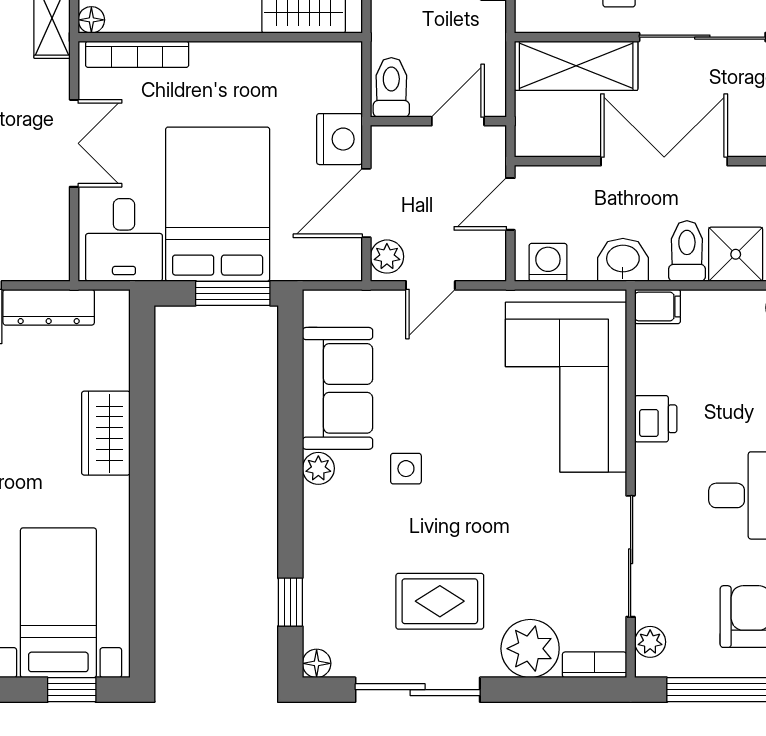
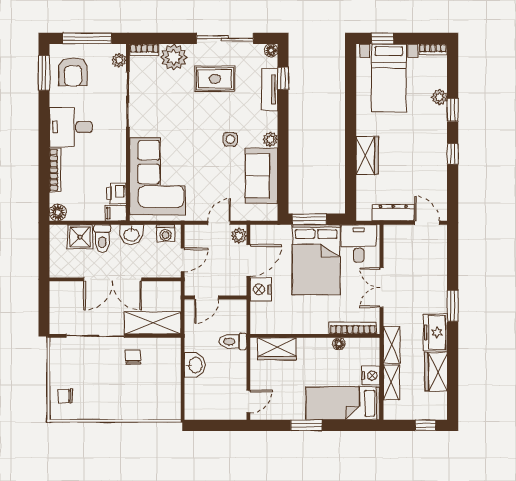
floor lamp: (91, 20) -> (339, 344), moved
toilet: (391, 87) -> (233, 342), moved, turned 90
printer: (656, 419) -> (116, 193), moved
tv unit: (320, 578) -> (269, 90), added

